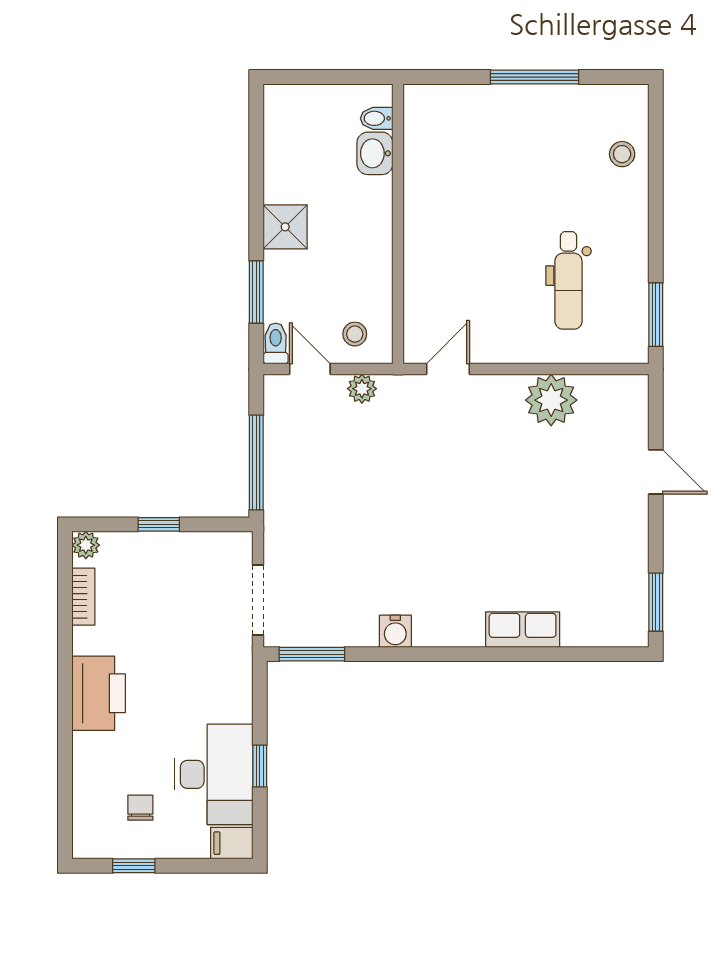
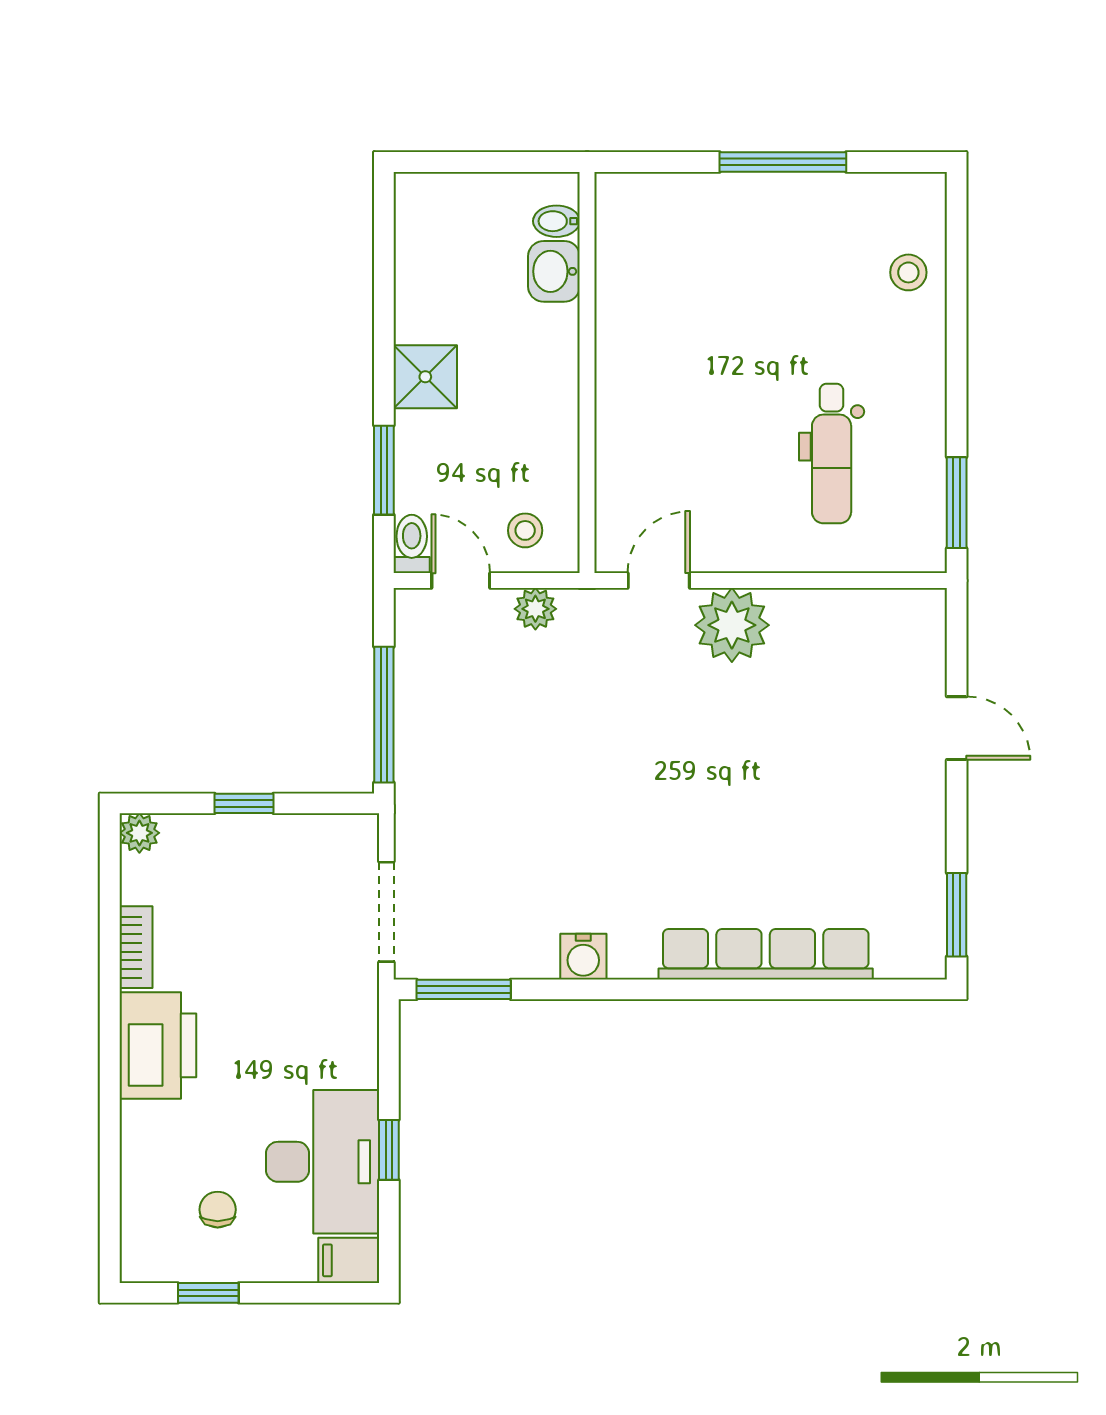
plant: (551, 400) -> (732, 625), moved
bookcase: (83, 597) -> (136, 947), moved
row of seats: (523, 630) -> (766, 954), width x2.02

